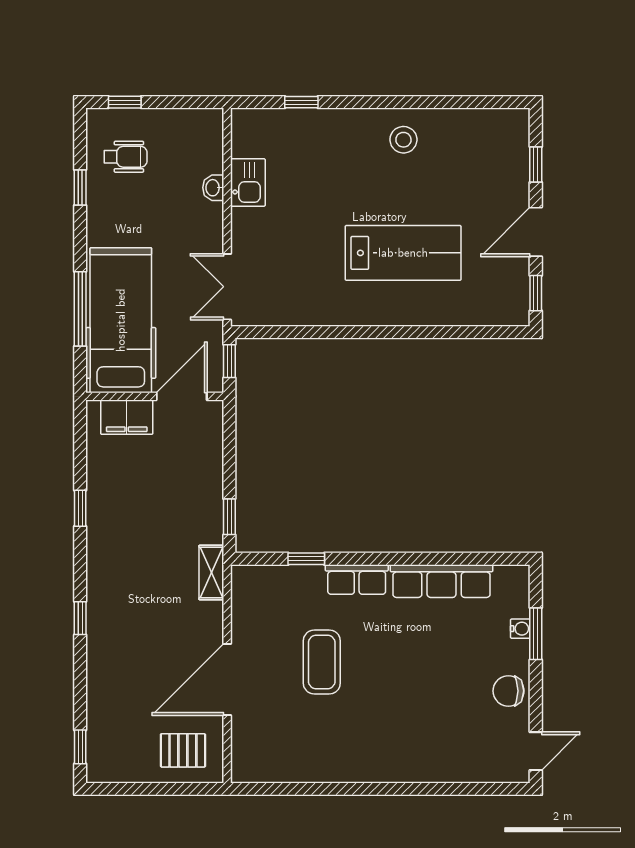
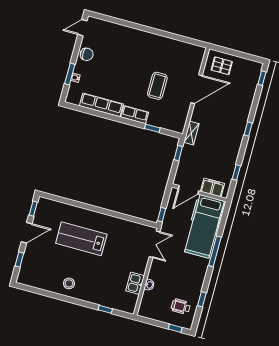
hospital bed: (121, 320) -> (204, 226), moved
wall: (155, 396) -> (199, 193), moved
door: (182, 396) -> (189, 190), moved
filing cabinet: (127, 417) -> (213, 188), moved

